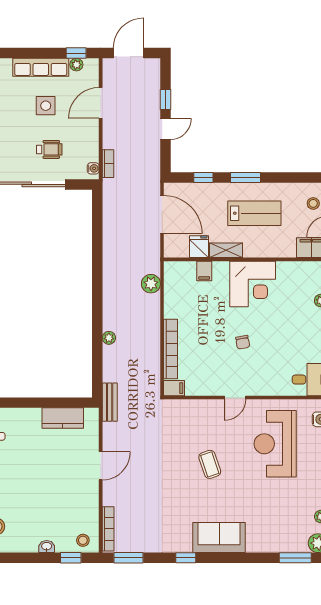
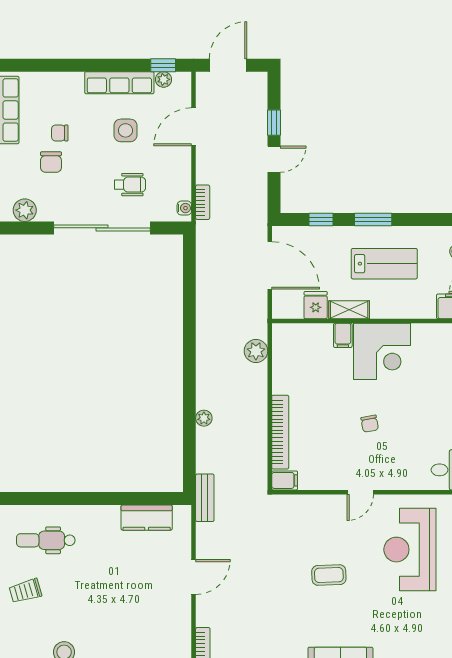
filing cabinet: (204, 271) -> (343, 335), moved
coffee table: (210, 464) -> (329, 575), turned -73

